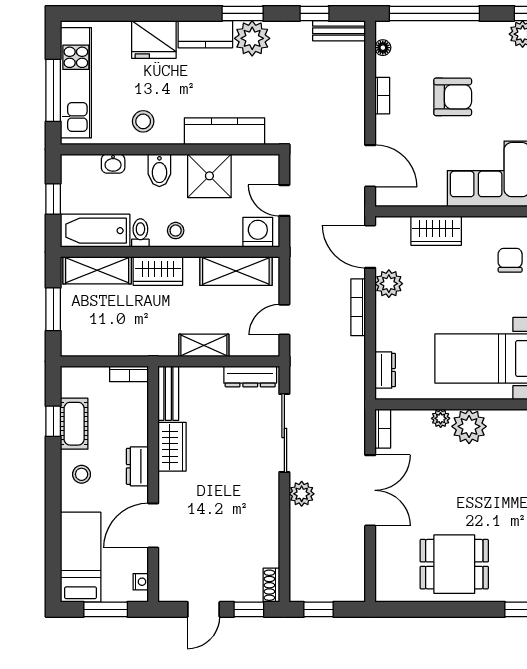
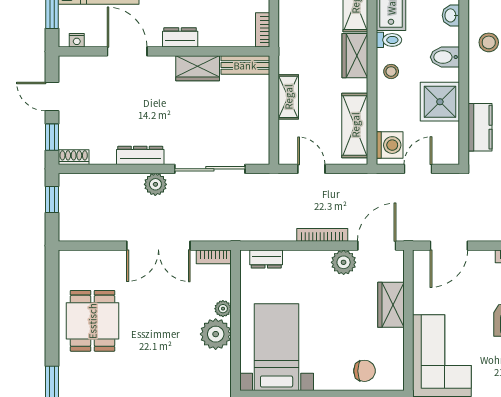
kitchen counter: (225, 131) -> (480, 127), width x0.67
dresser: (250, 377) -> (140, 155), moved, turned 90

